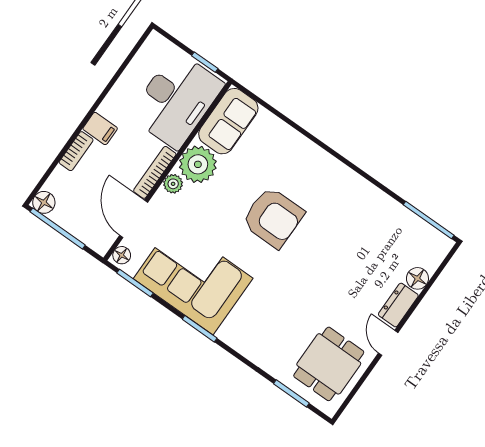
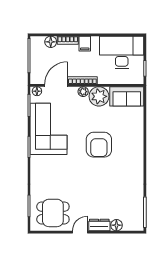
desk: (176, 100) -> (122, 52), moved, turned 180
floor lamp: (44, 202) -> (51, 42), moved

